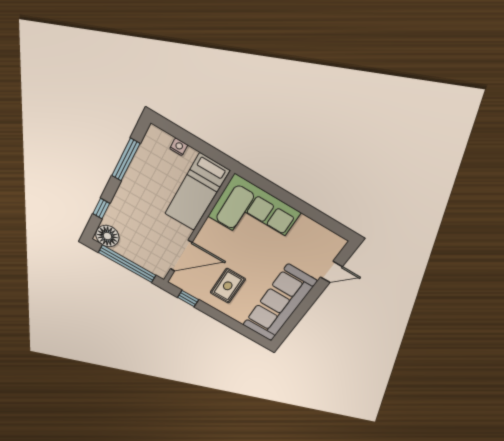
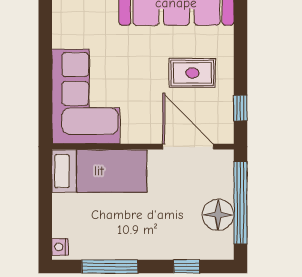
nightstand: (179, 147) -> (60, 247), moved
floor lamp: (107, 236) -> (218, 215), moved

